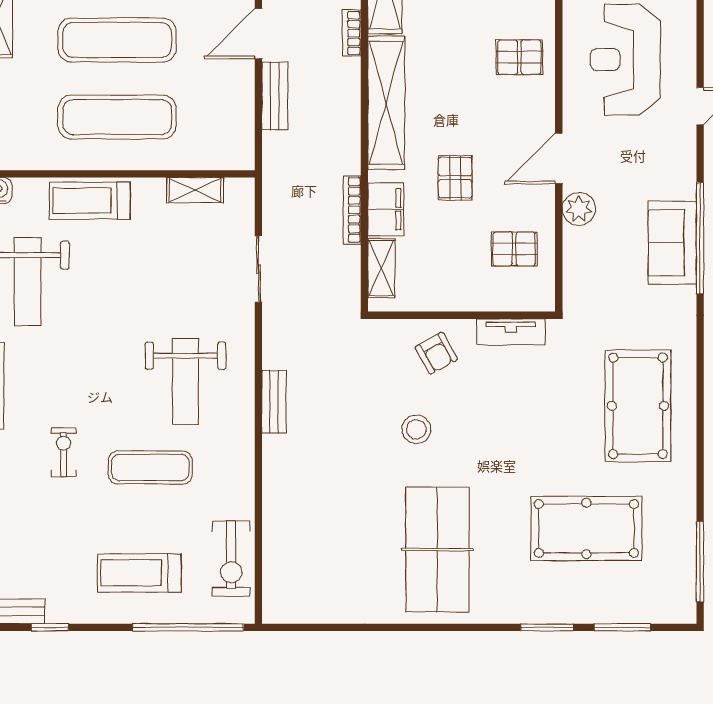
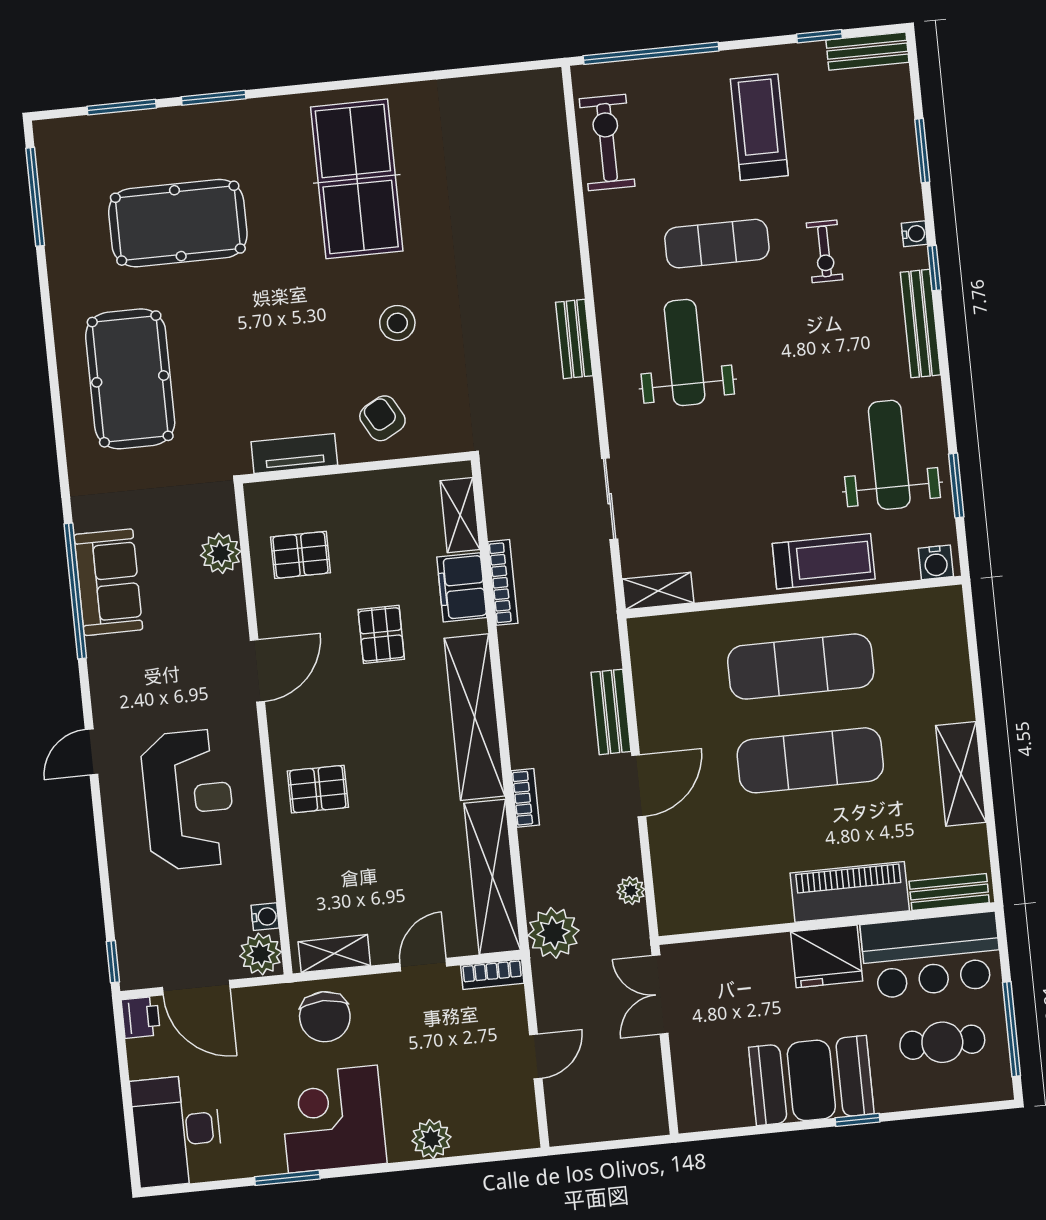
shelving: (195, 190) -> (658, 591), moved
plant: (579, 209) -> (221, 553), moved
treadmill: (139, 573) -> (759, 127), moved, turned -90

